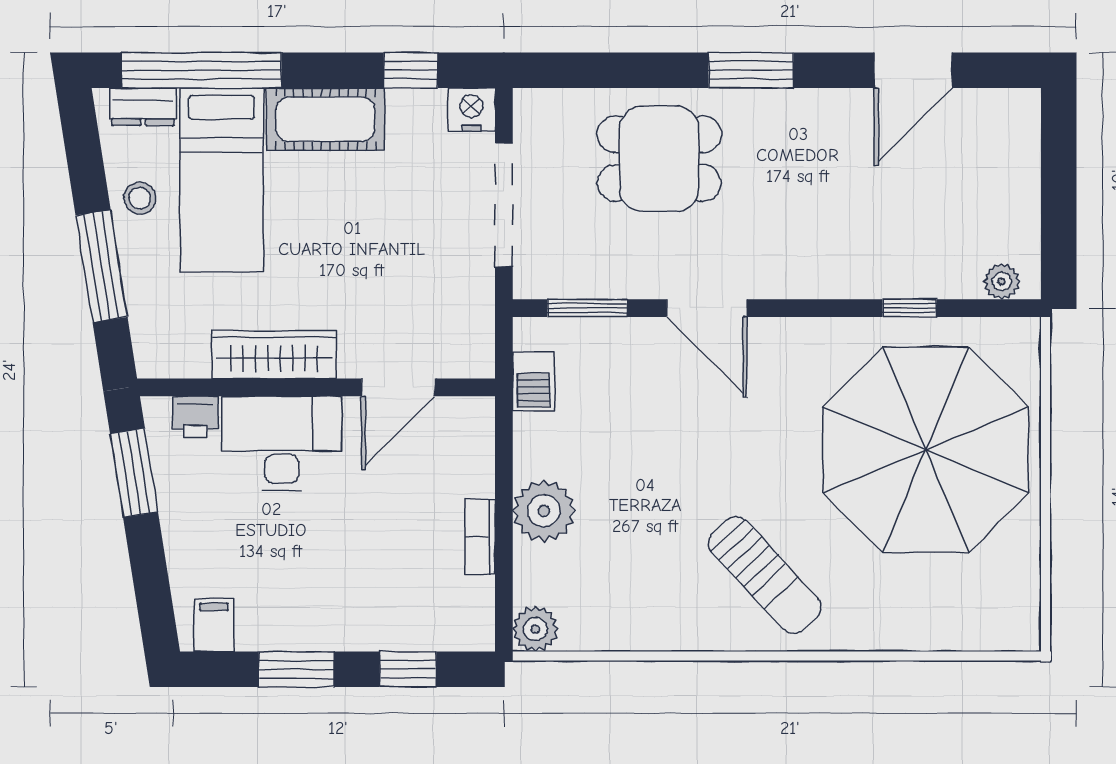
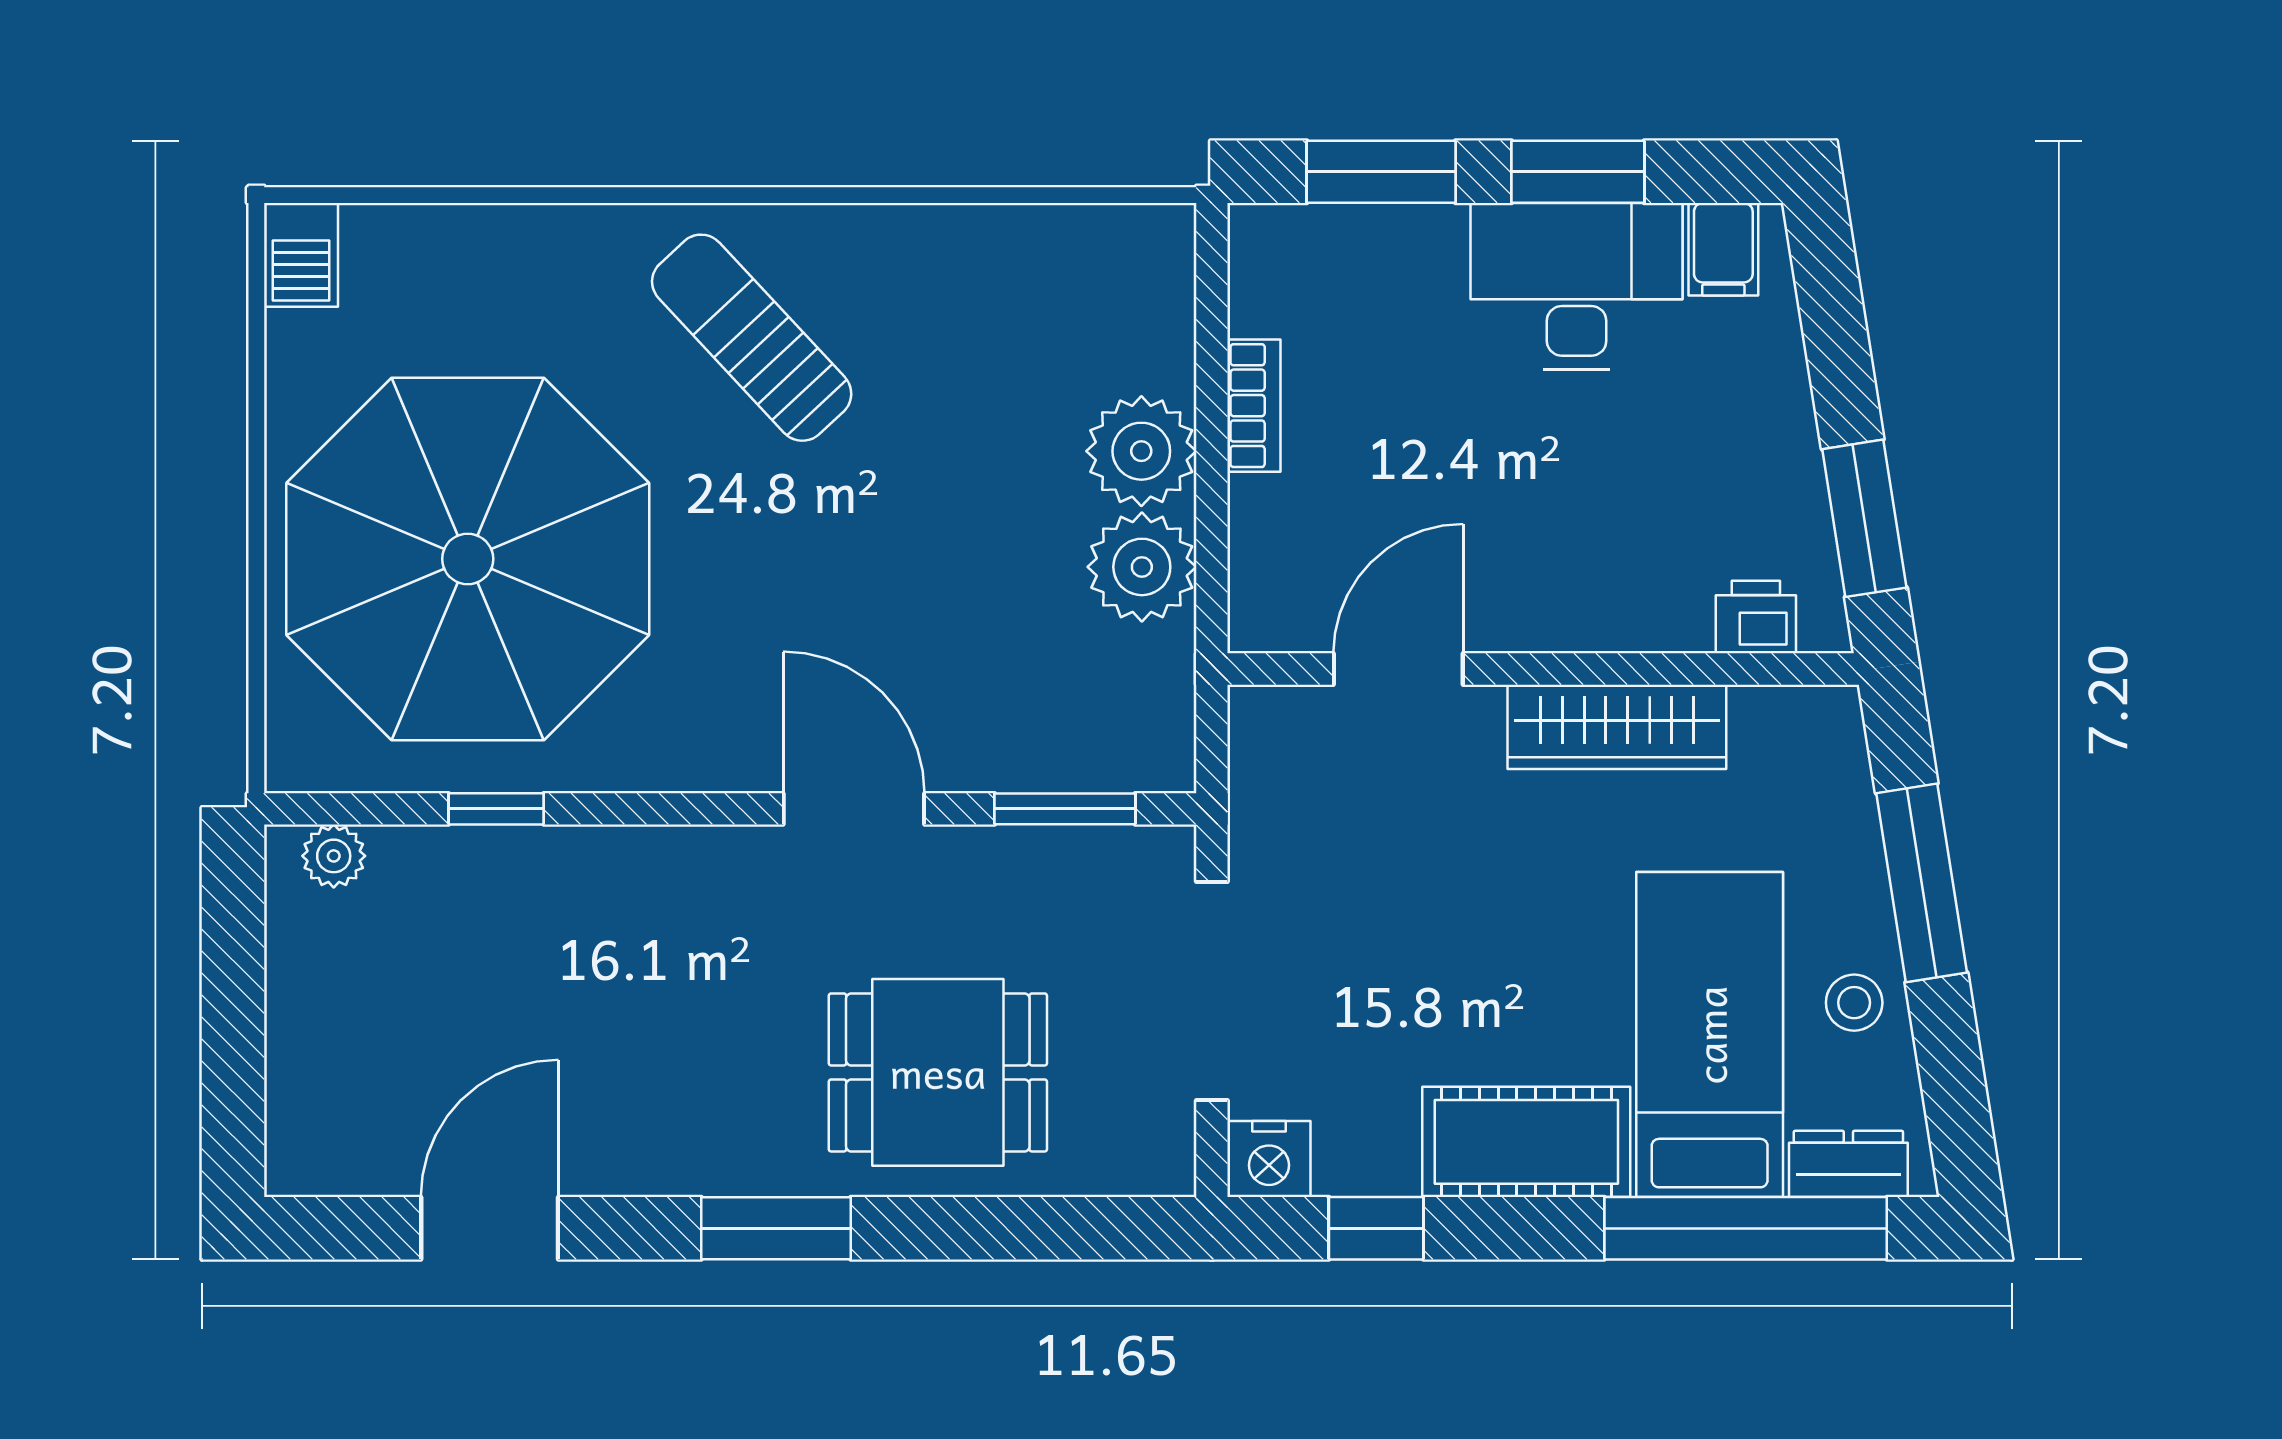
barbecue: (534, 381) -> (301, 255), moved, turned 180
desk: (282, 443) -> (1577, 286), moved, turned 180
plant: (535, 629) -> (1142, 567), moved, width x1.36, depth x1.36
window: (408, 669) -> (1381, 172), width x1.50

